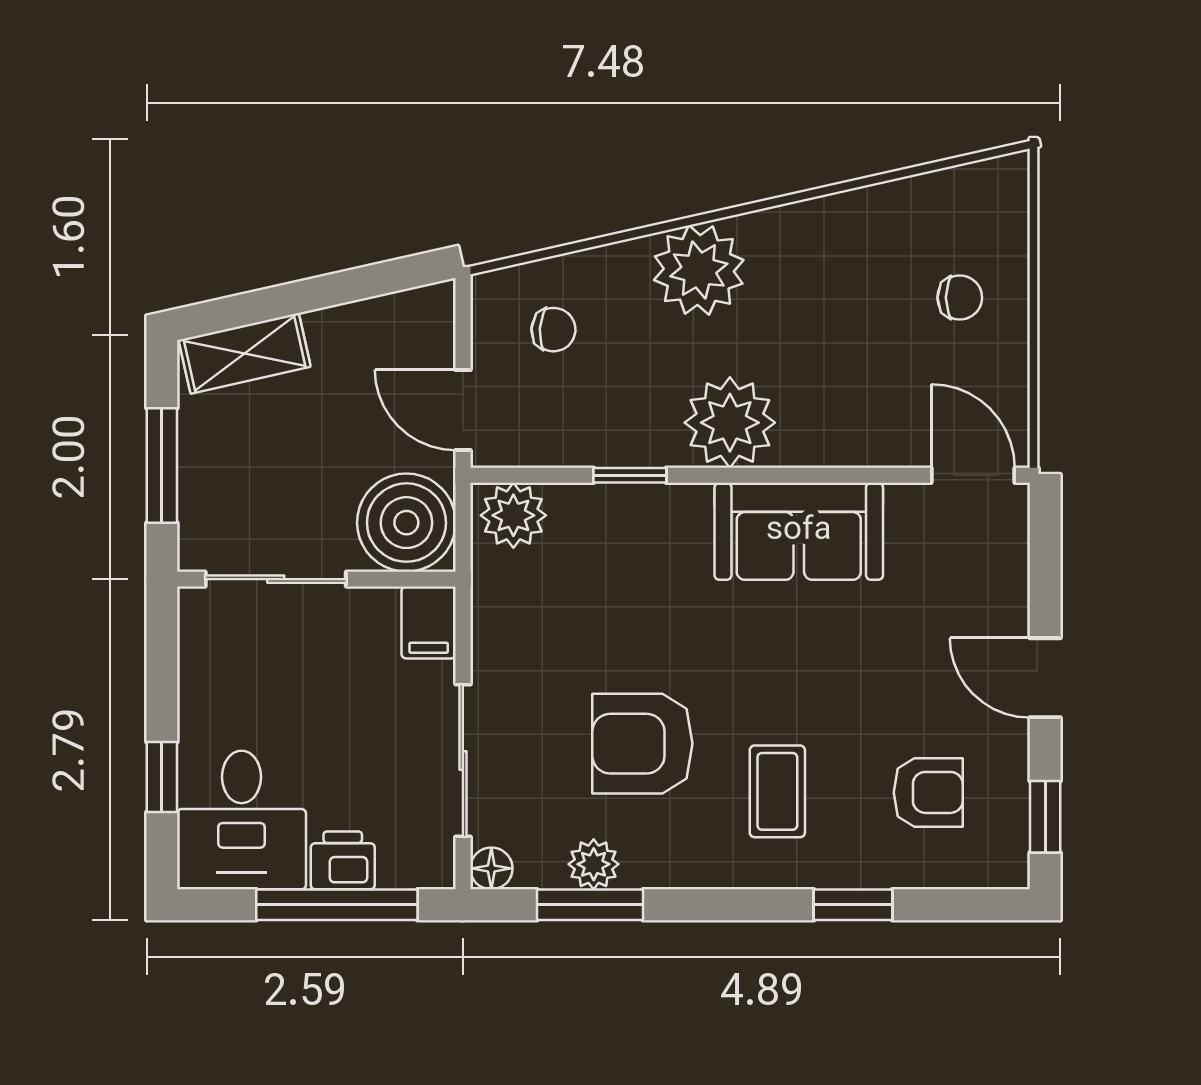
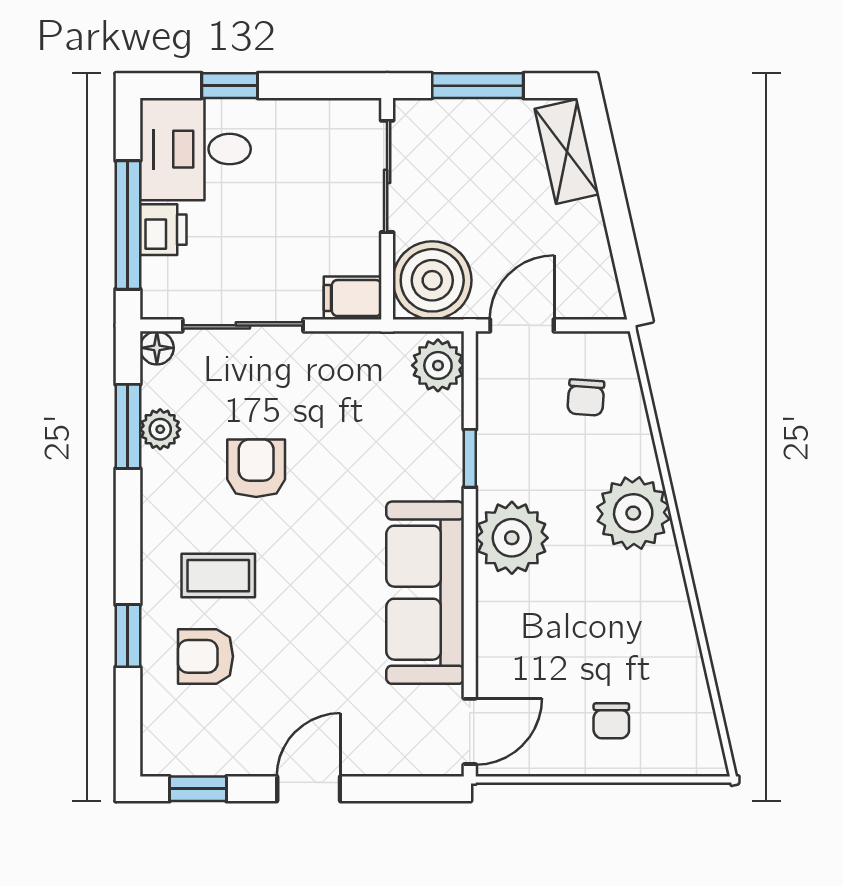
sofa: (799, 531) -> (425, 593), width x1.36
armchair: (642, 744) -> (256, 468), width x0.72, depth x0.72
armchair: (928, 792) -> (205, 656), moved, turned 90

